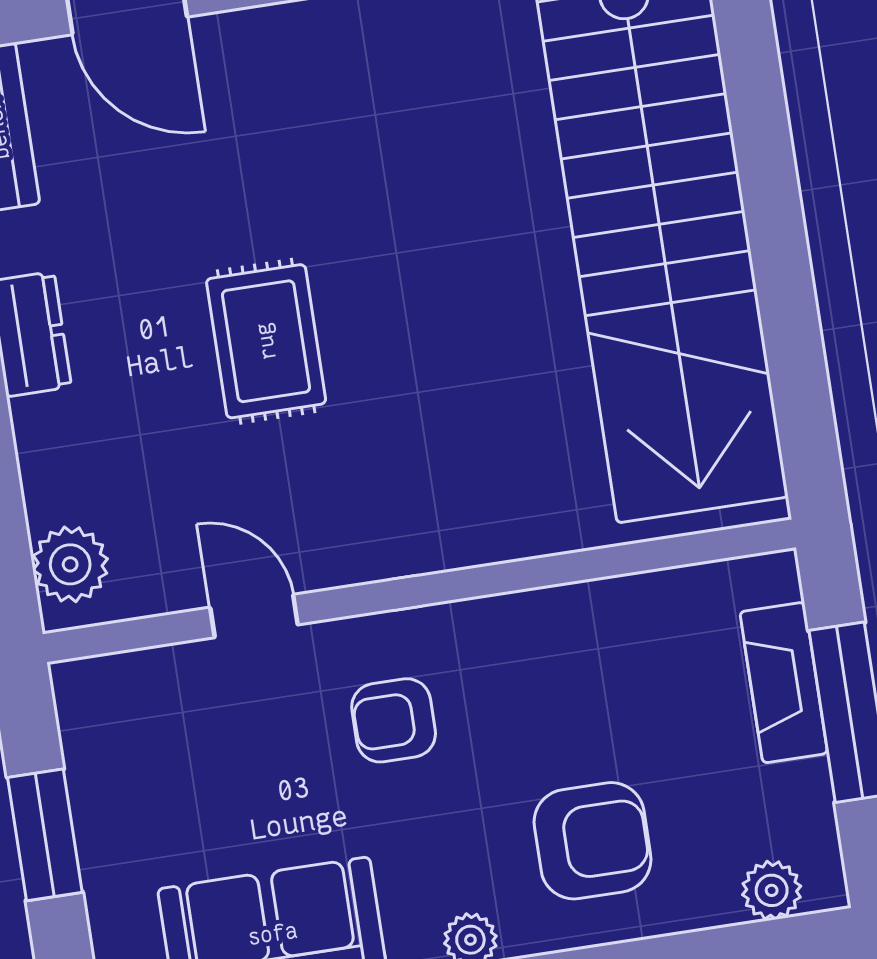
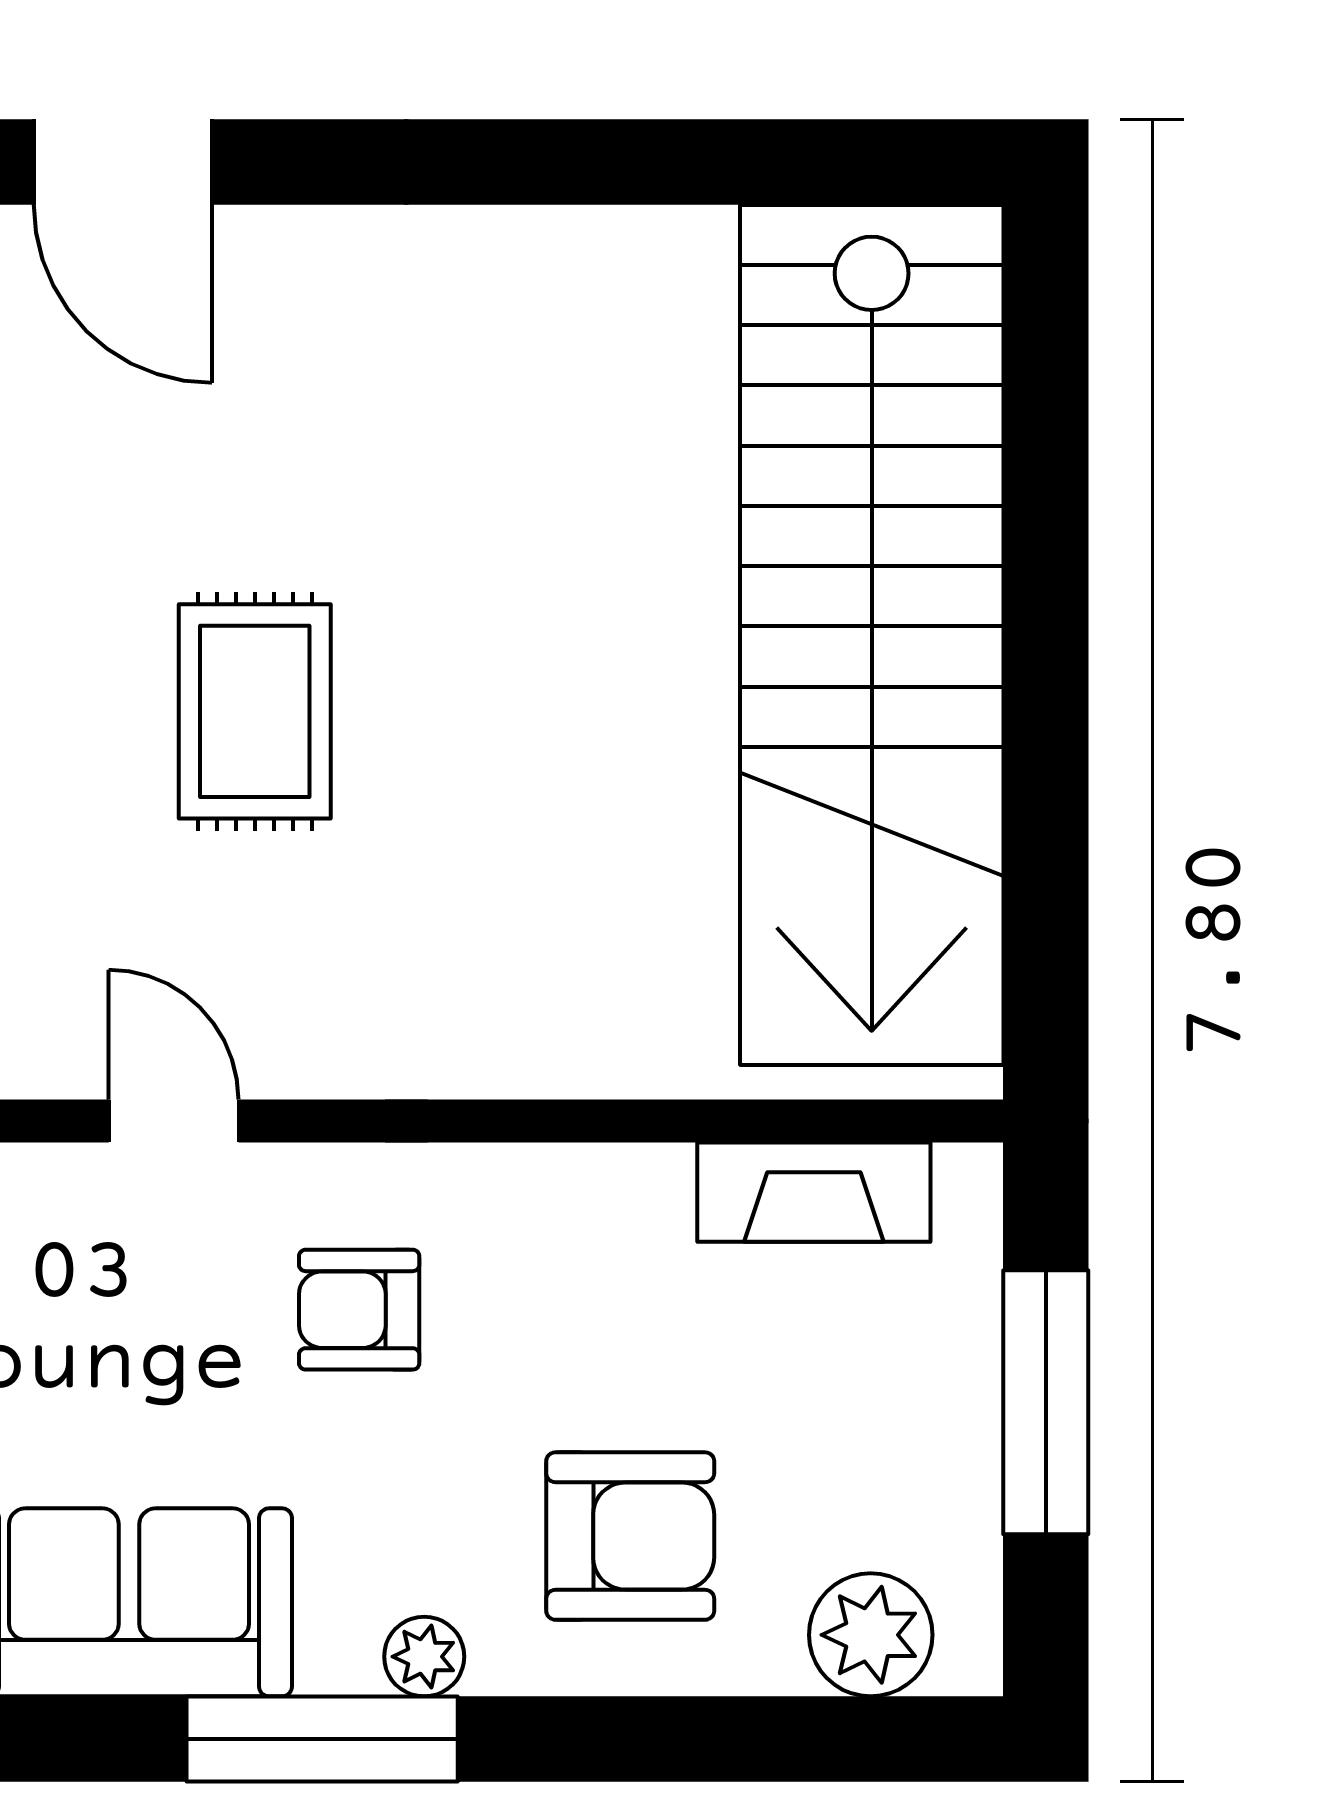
fireplace: (784, 683) -> (814, 1192), moved, turned -90
plant: (772, 890) -> (871, 1635), width x1.38, depth x1.38

